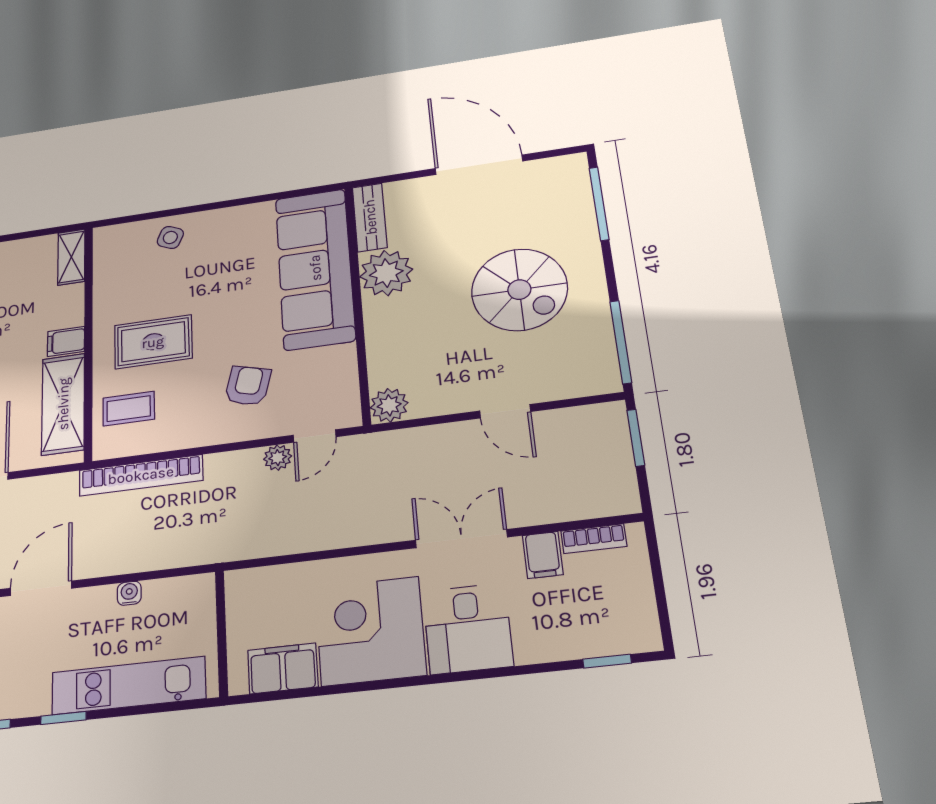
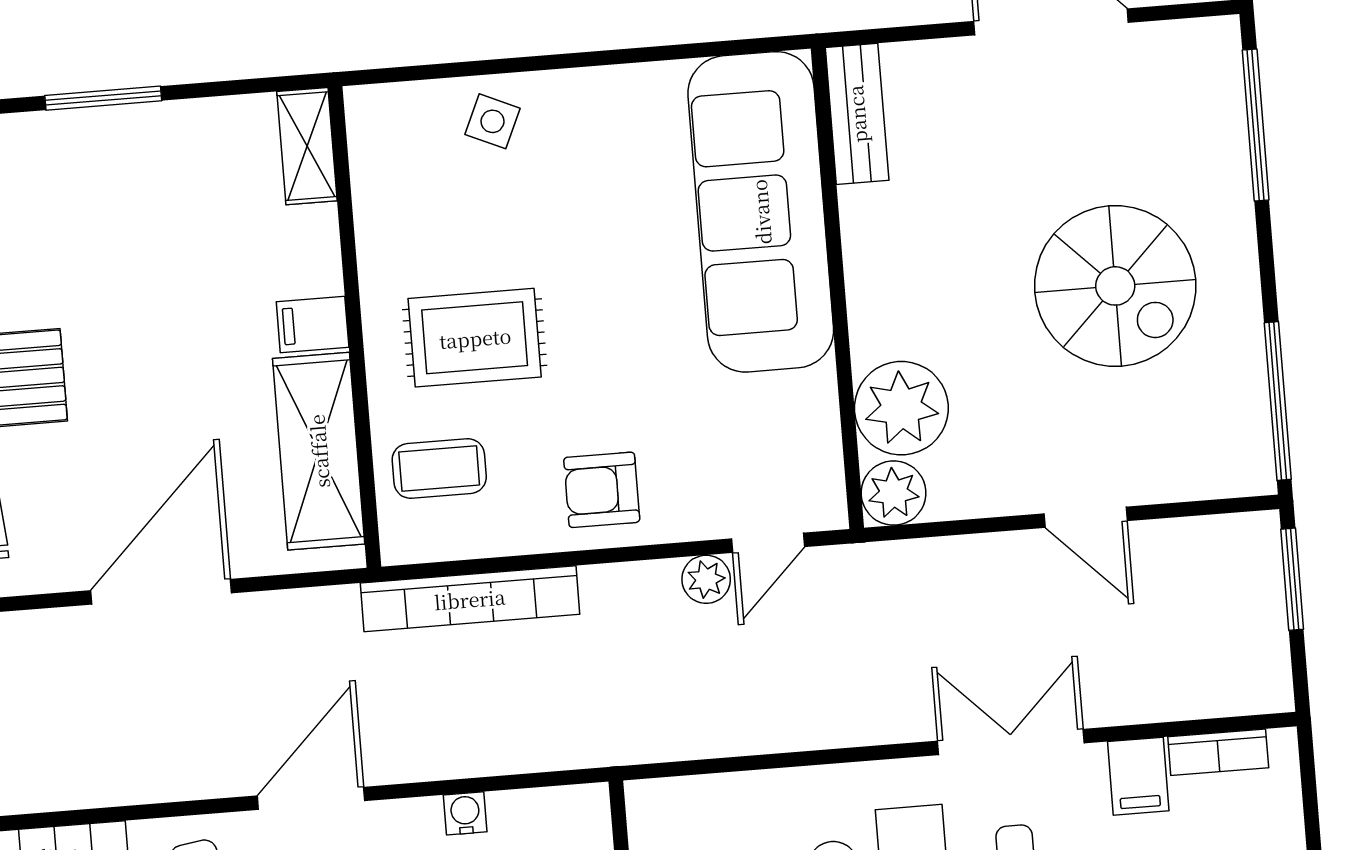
plant: (386, 273) -> (901, 408), moved
armchair: (248, 386) -> (602, 490), moved, turned -105

